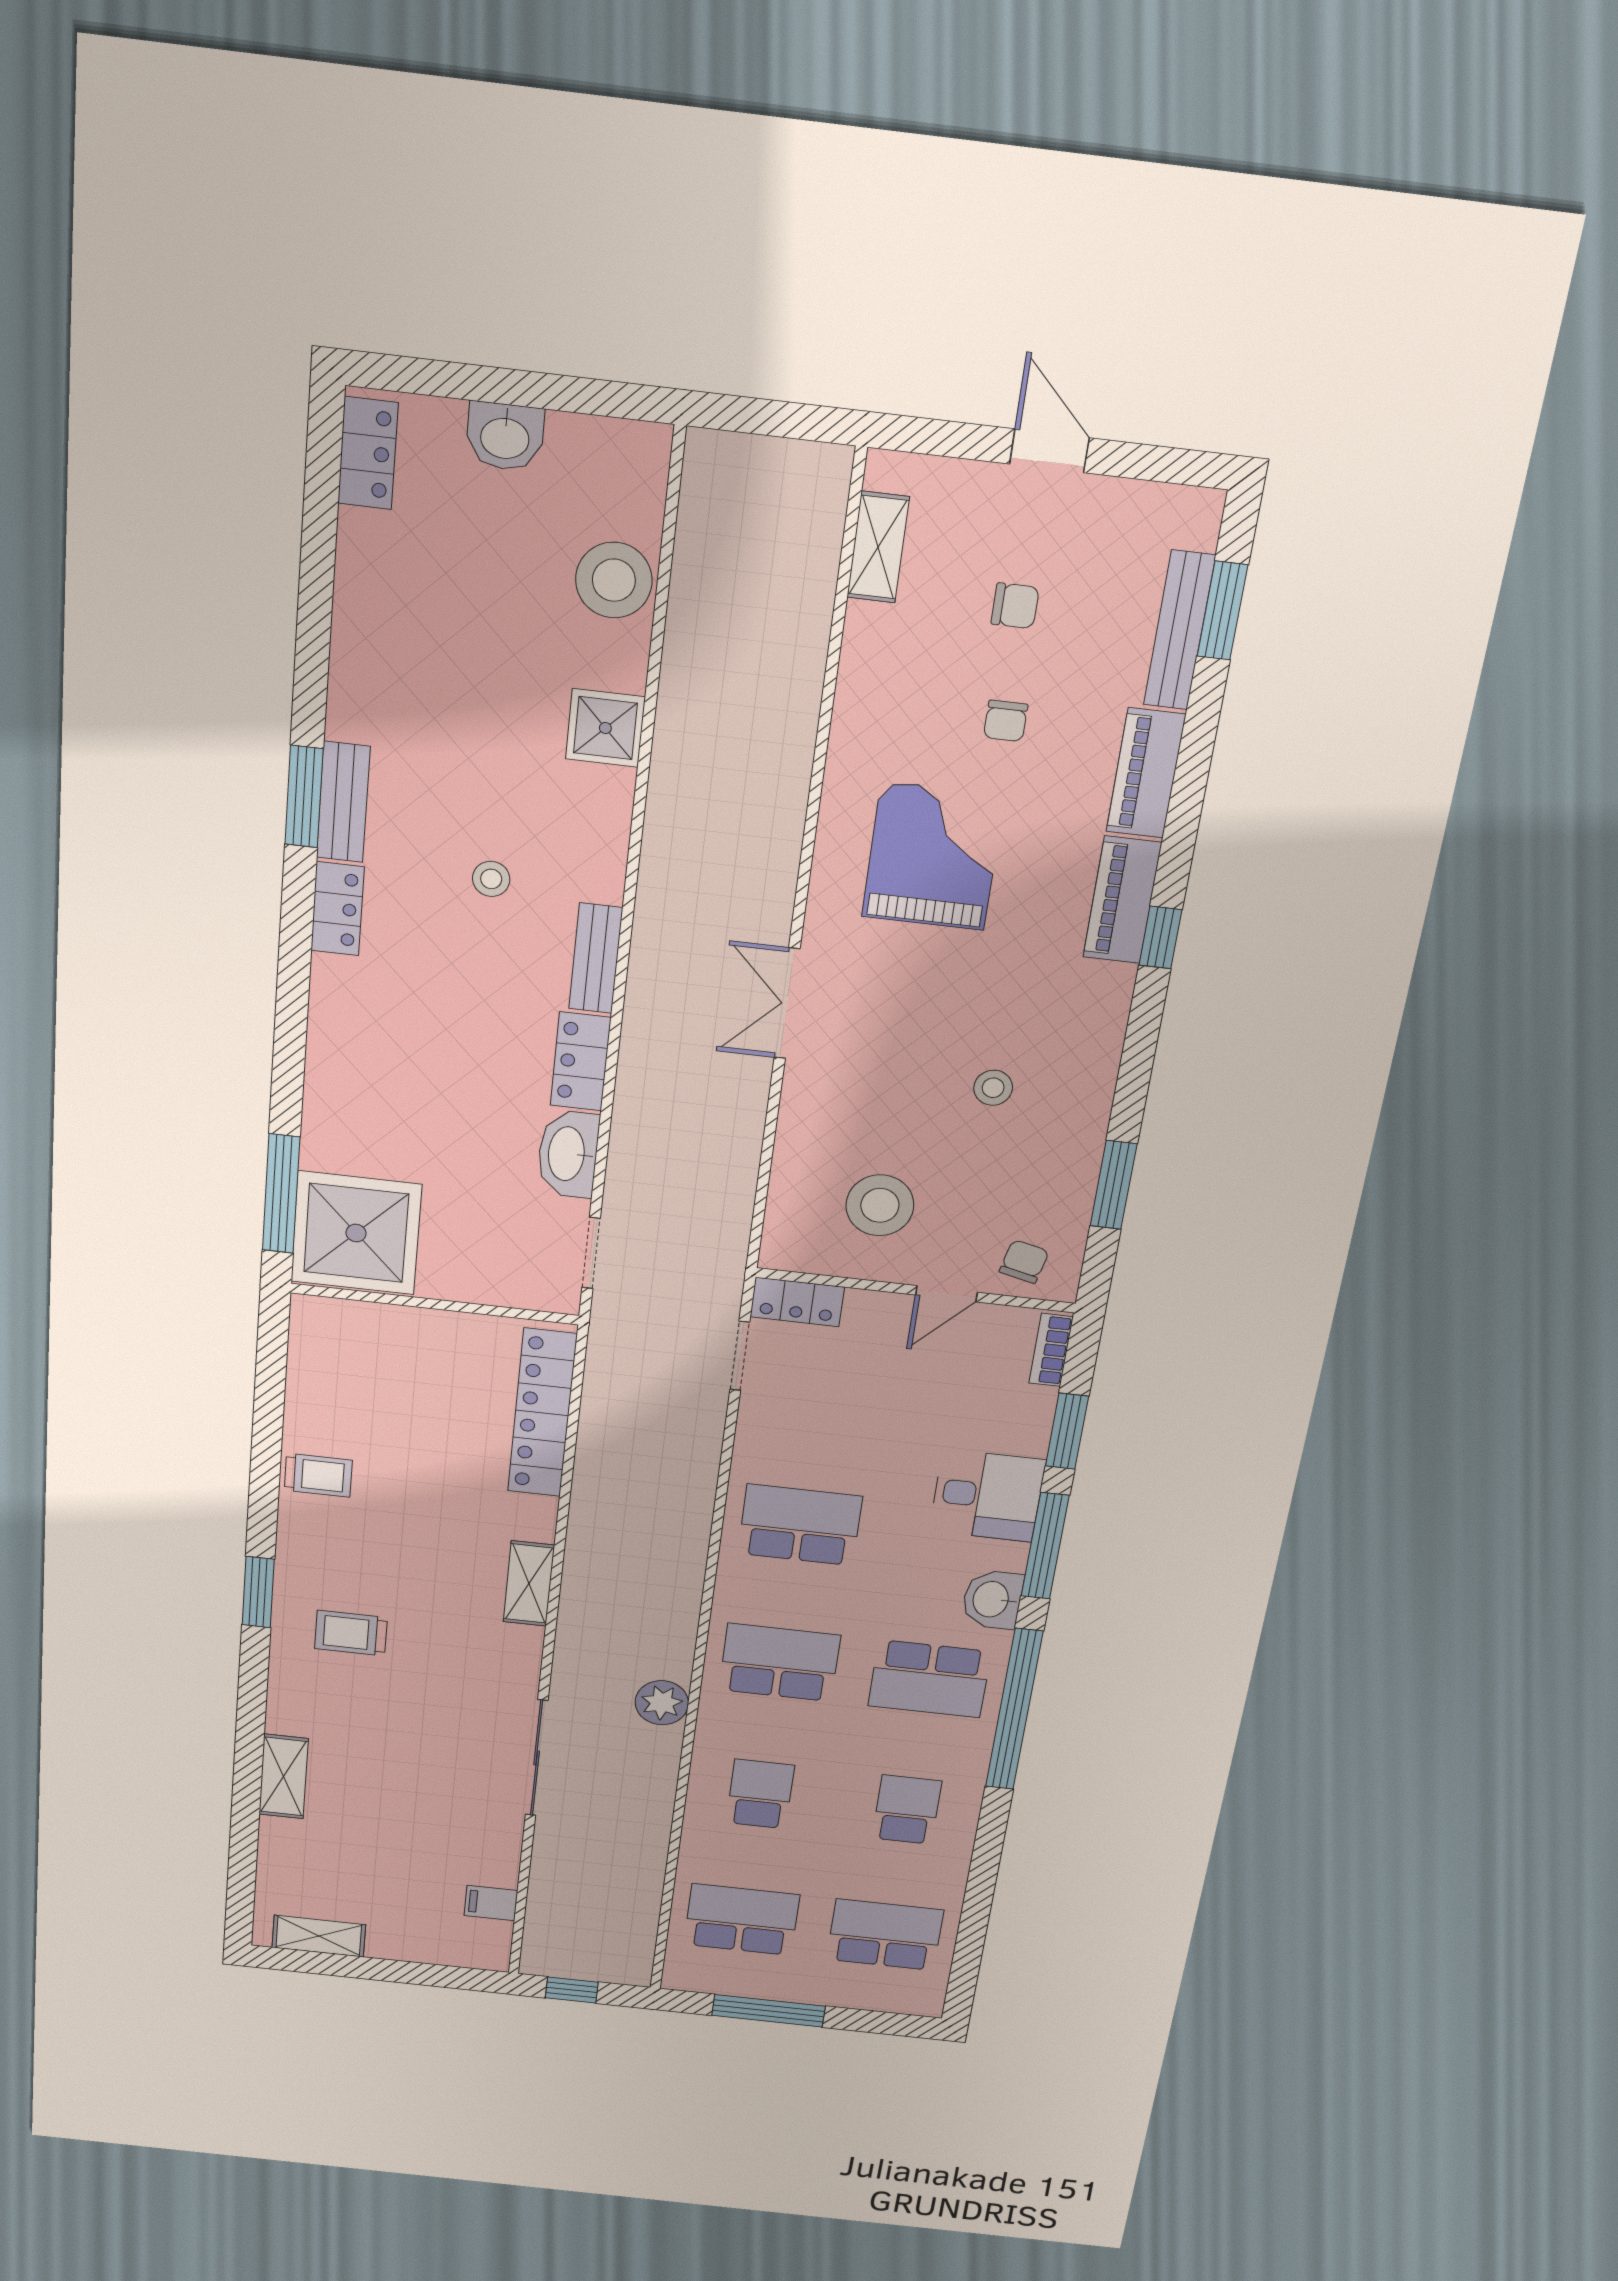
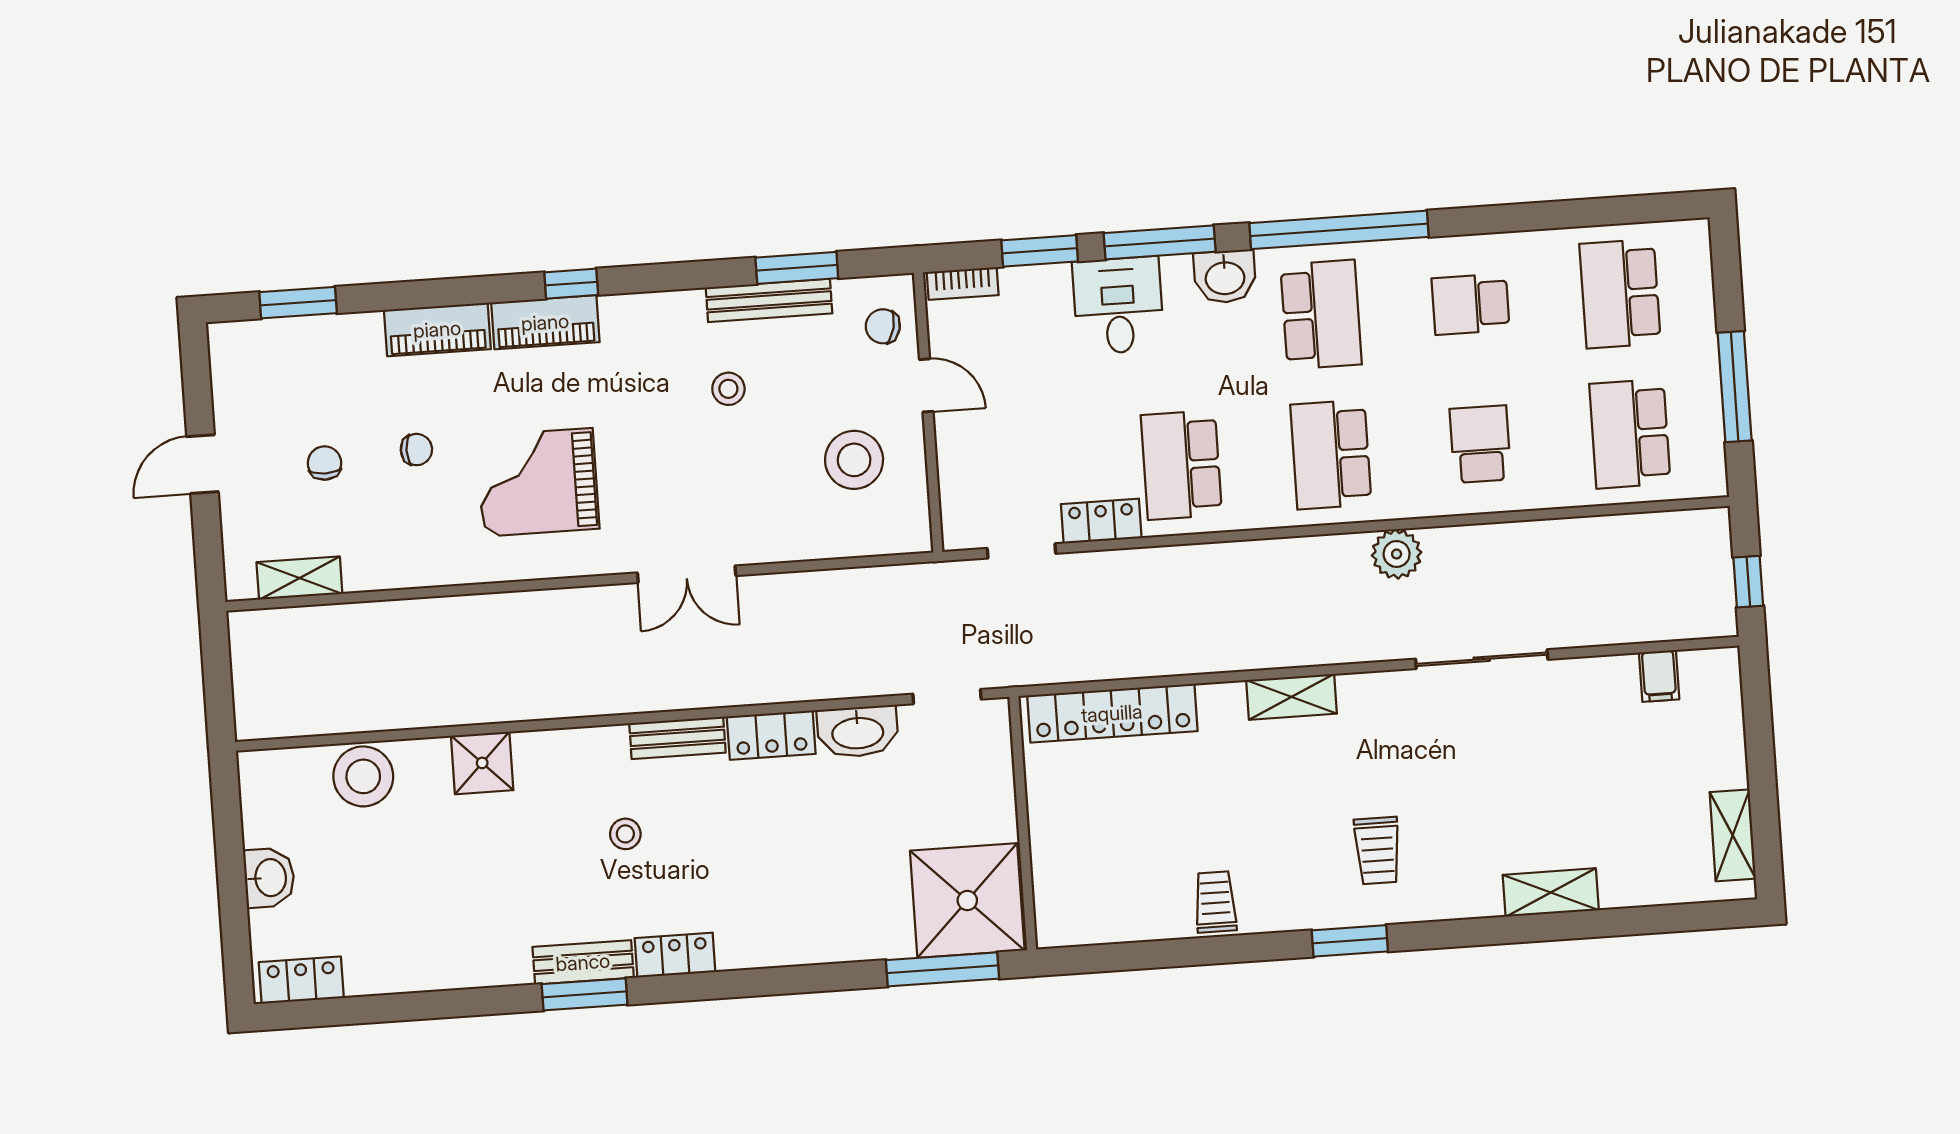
bench: (1179, 630) -> (769, 300), moved
locker: (797, 1302) -> (1101, 521), moved, turned -90
school desk: (760, 1794) -> (1480, 444), turned 90

